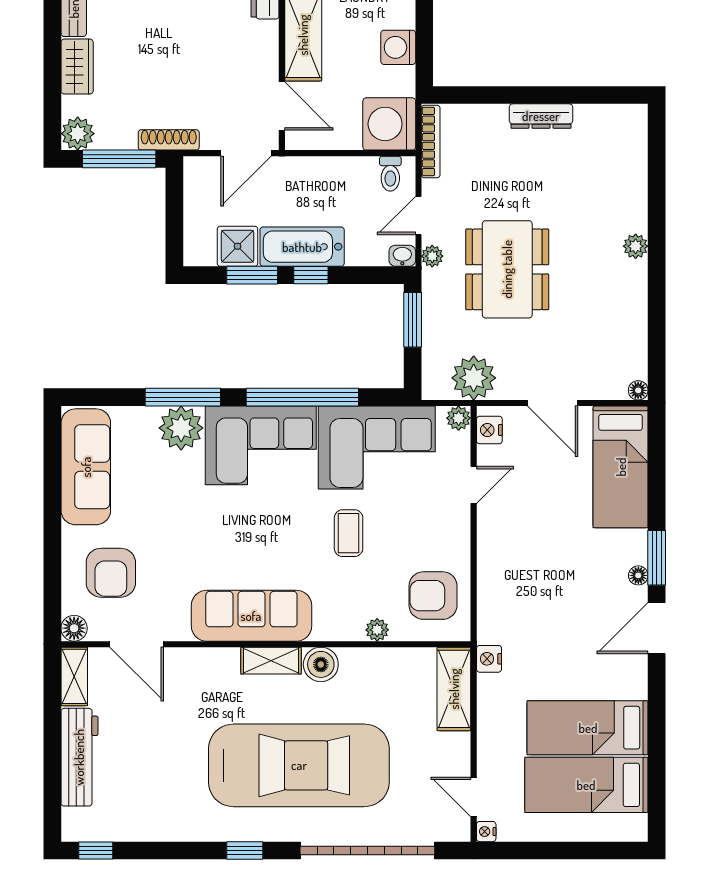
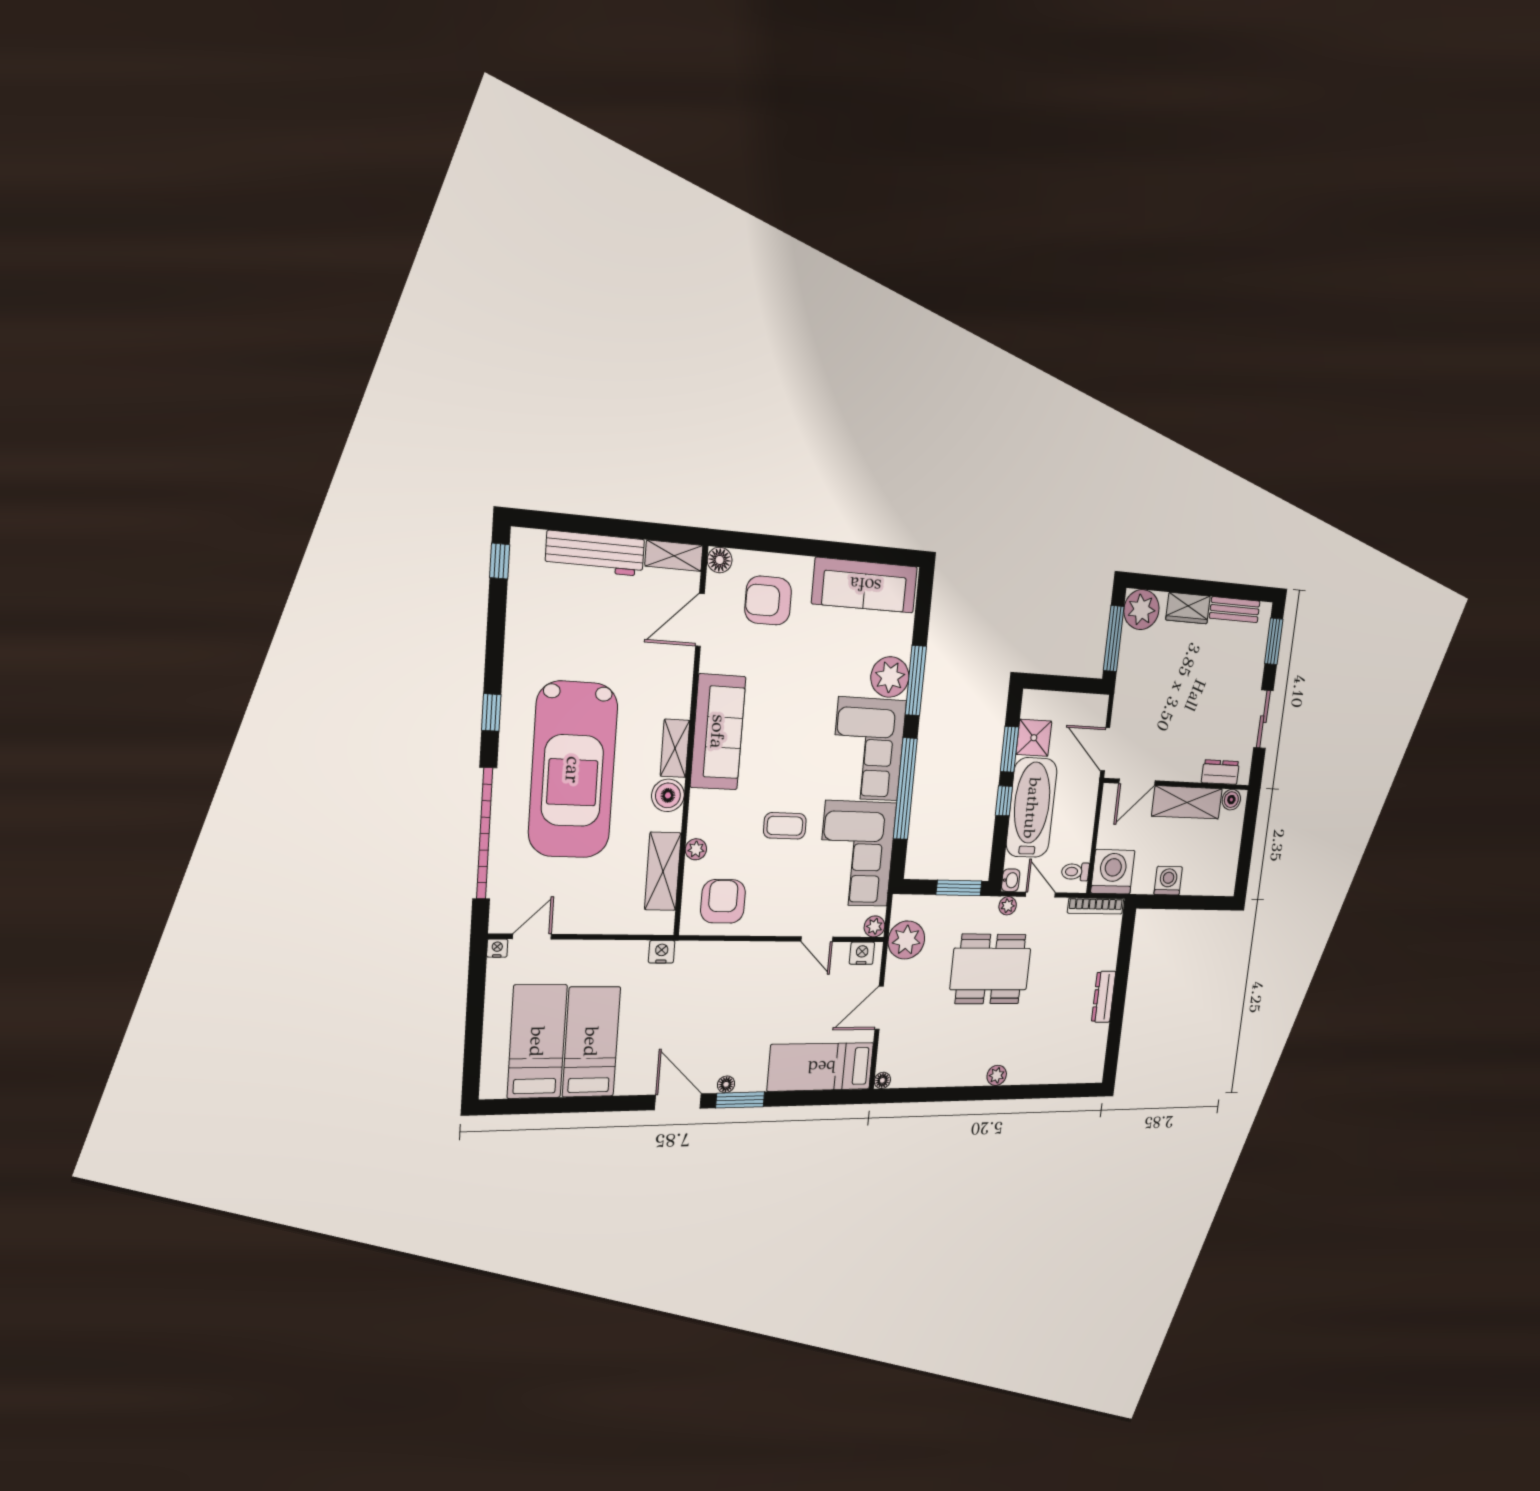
plant: (78, 134) -> (1141, 610), width x1.36, depth x1.36
shoe rack: (169, 140) -> (1123, 683), removed
bathtub: (302, 247) -> (1032, 808), width x1.36, depth x1.36
shelving: (454, 689) -> (663, 871), moved, turned 90

